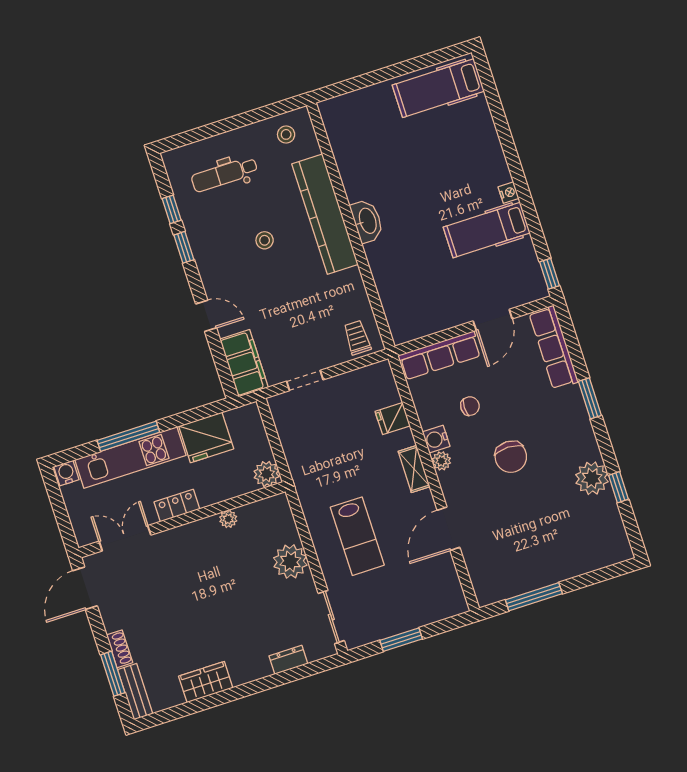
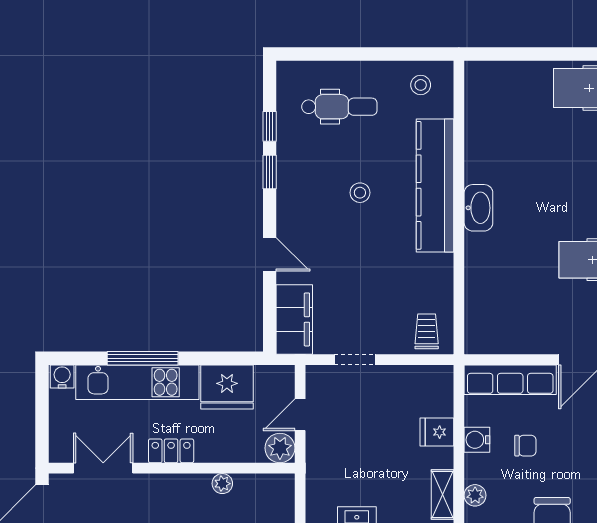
dental chair: (224, 174) -> (339, 107), turned 180
water cooler: (436, 439) -> (477, 440), moved
door: (274, 441) -> (300, 415), added

